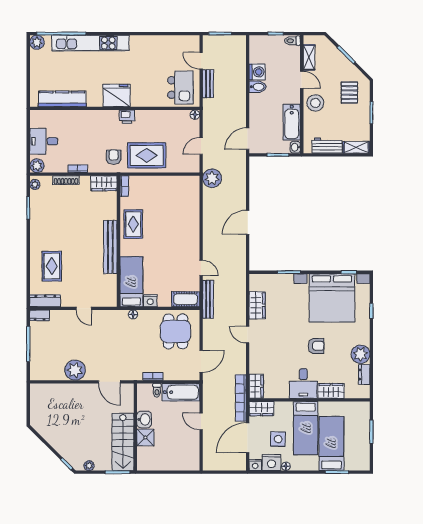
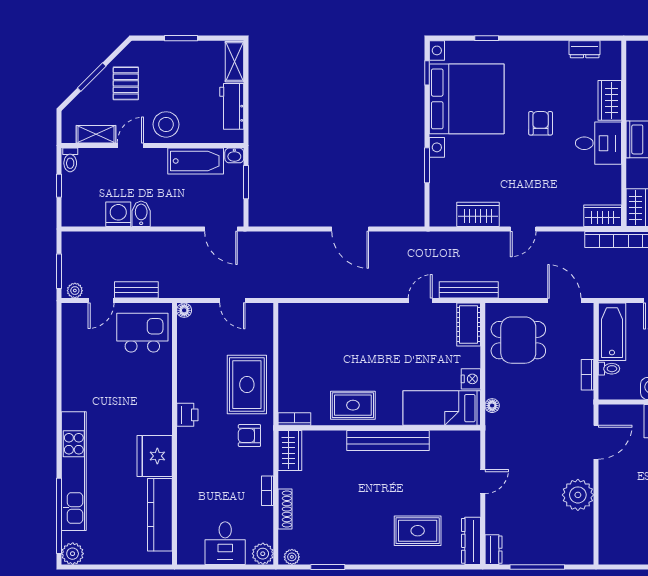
pallet: (349, 93) -> (126, 83), moved, turned 90
fridge: (117, 95) -> (155, 456), moved
plant: (212, 178) -> (75, 291), moved, width x0.53, depth x0.53
plant: (361, 354) -> (553, 55), removed

